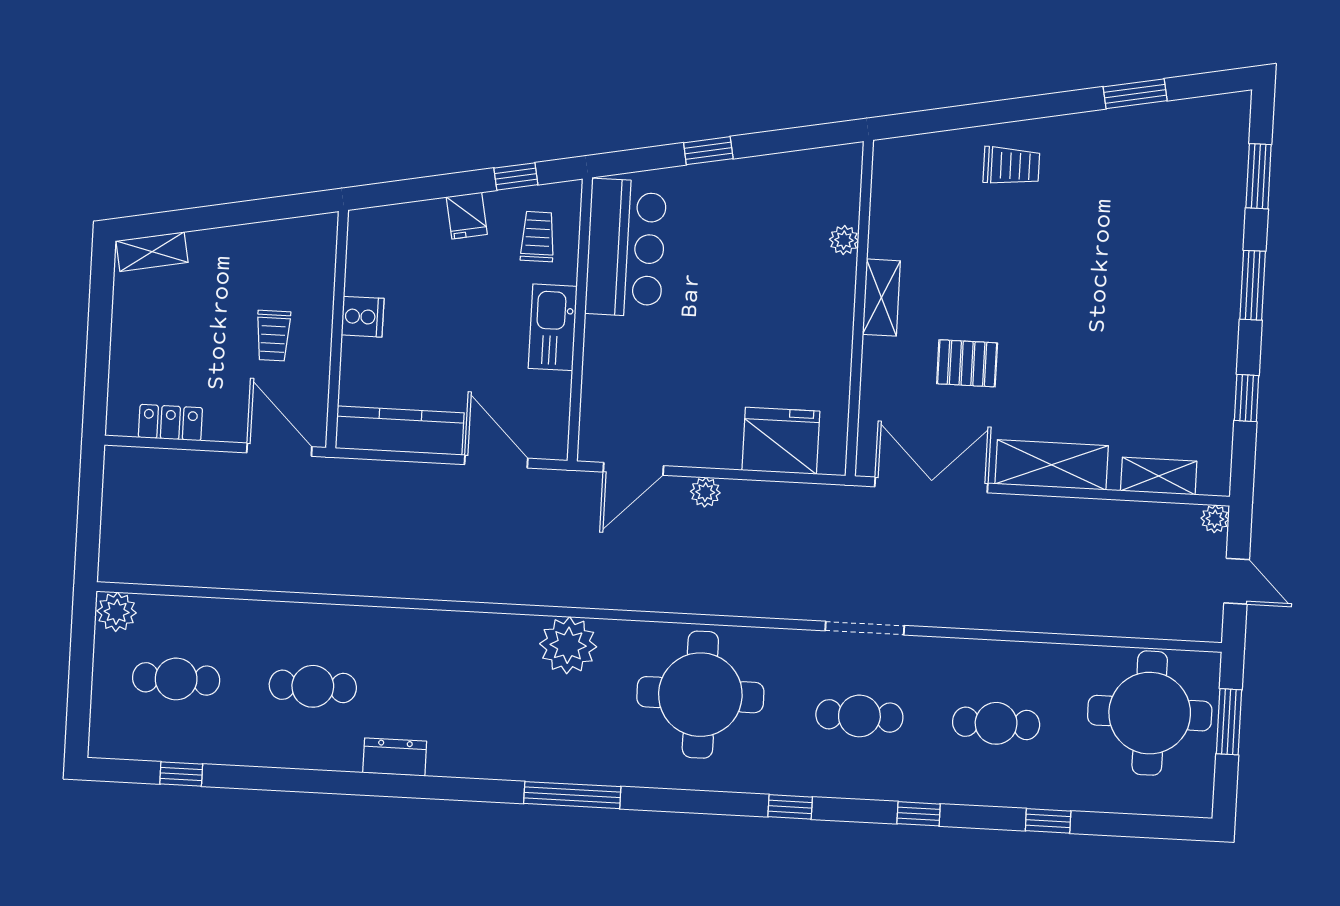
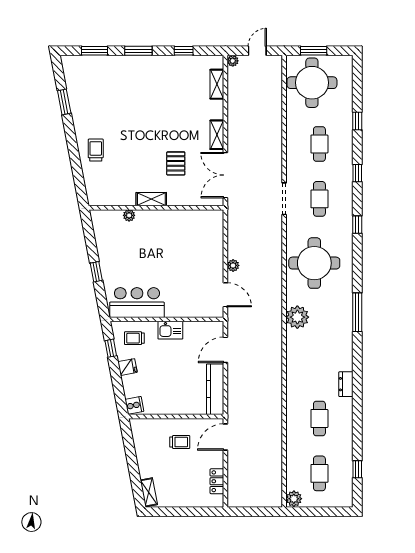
cooker: (363, 317) -> (134, 405), moved, turned 79
kitchen sink: (553, 327) -> (170, 330), width x0.73
fridge: (781, 441) -> (211, 236), removed
shelving: (1052, 465) -> (217, 135), width x0.67, depth x0.75

